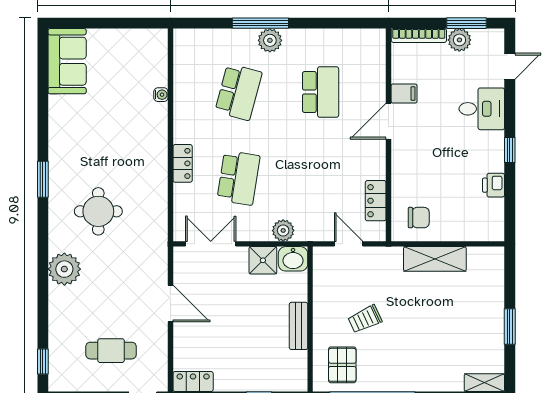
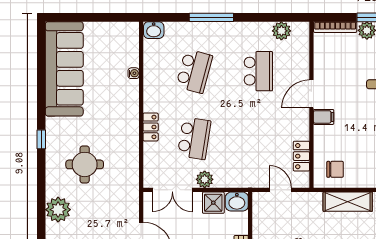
washbasin: (187, 39) -> (154, 30), added
plant: (270, 40) -> (281, 31), moved
sofa: (67, 61) -> (64, 69), width x1.85, depth x1.27
filing cabinet: (404, 94) -> (324, 117), moved
window: (43, 179) -> (41, 139), width x0.67
plant: (283, 230) -> (205, 179), moved
double door: (211, 244) -> (172, 190), swing flipped

